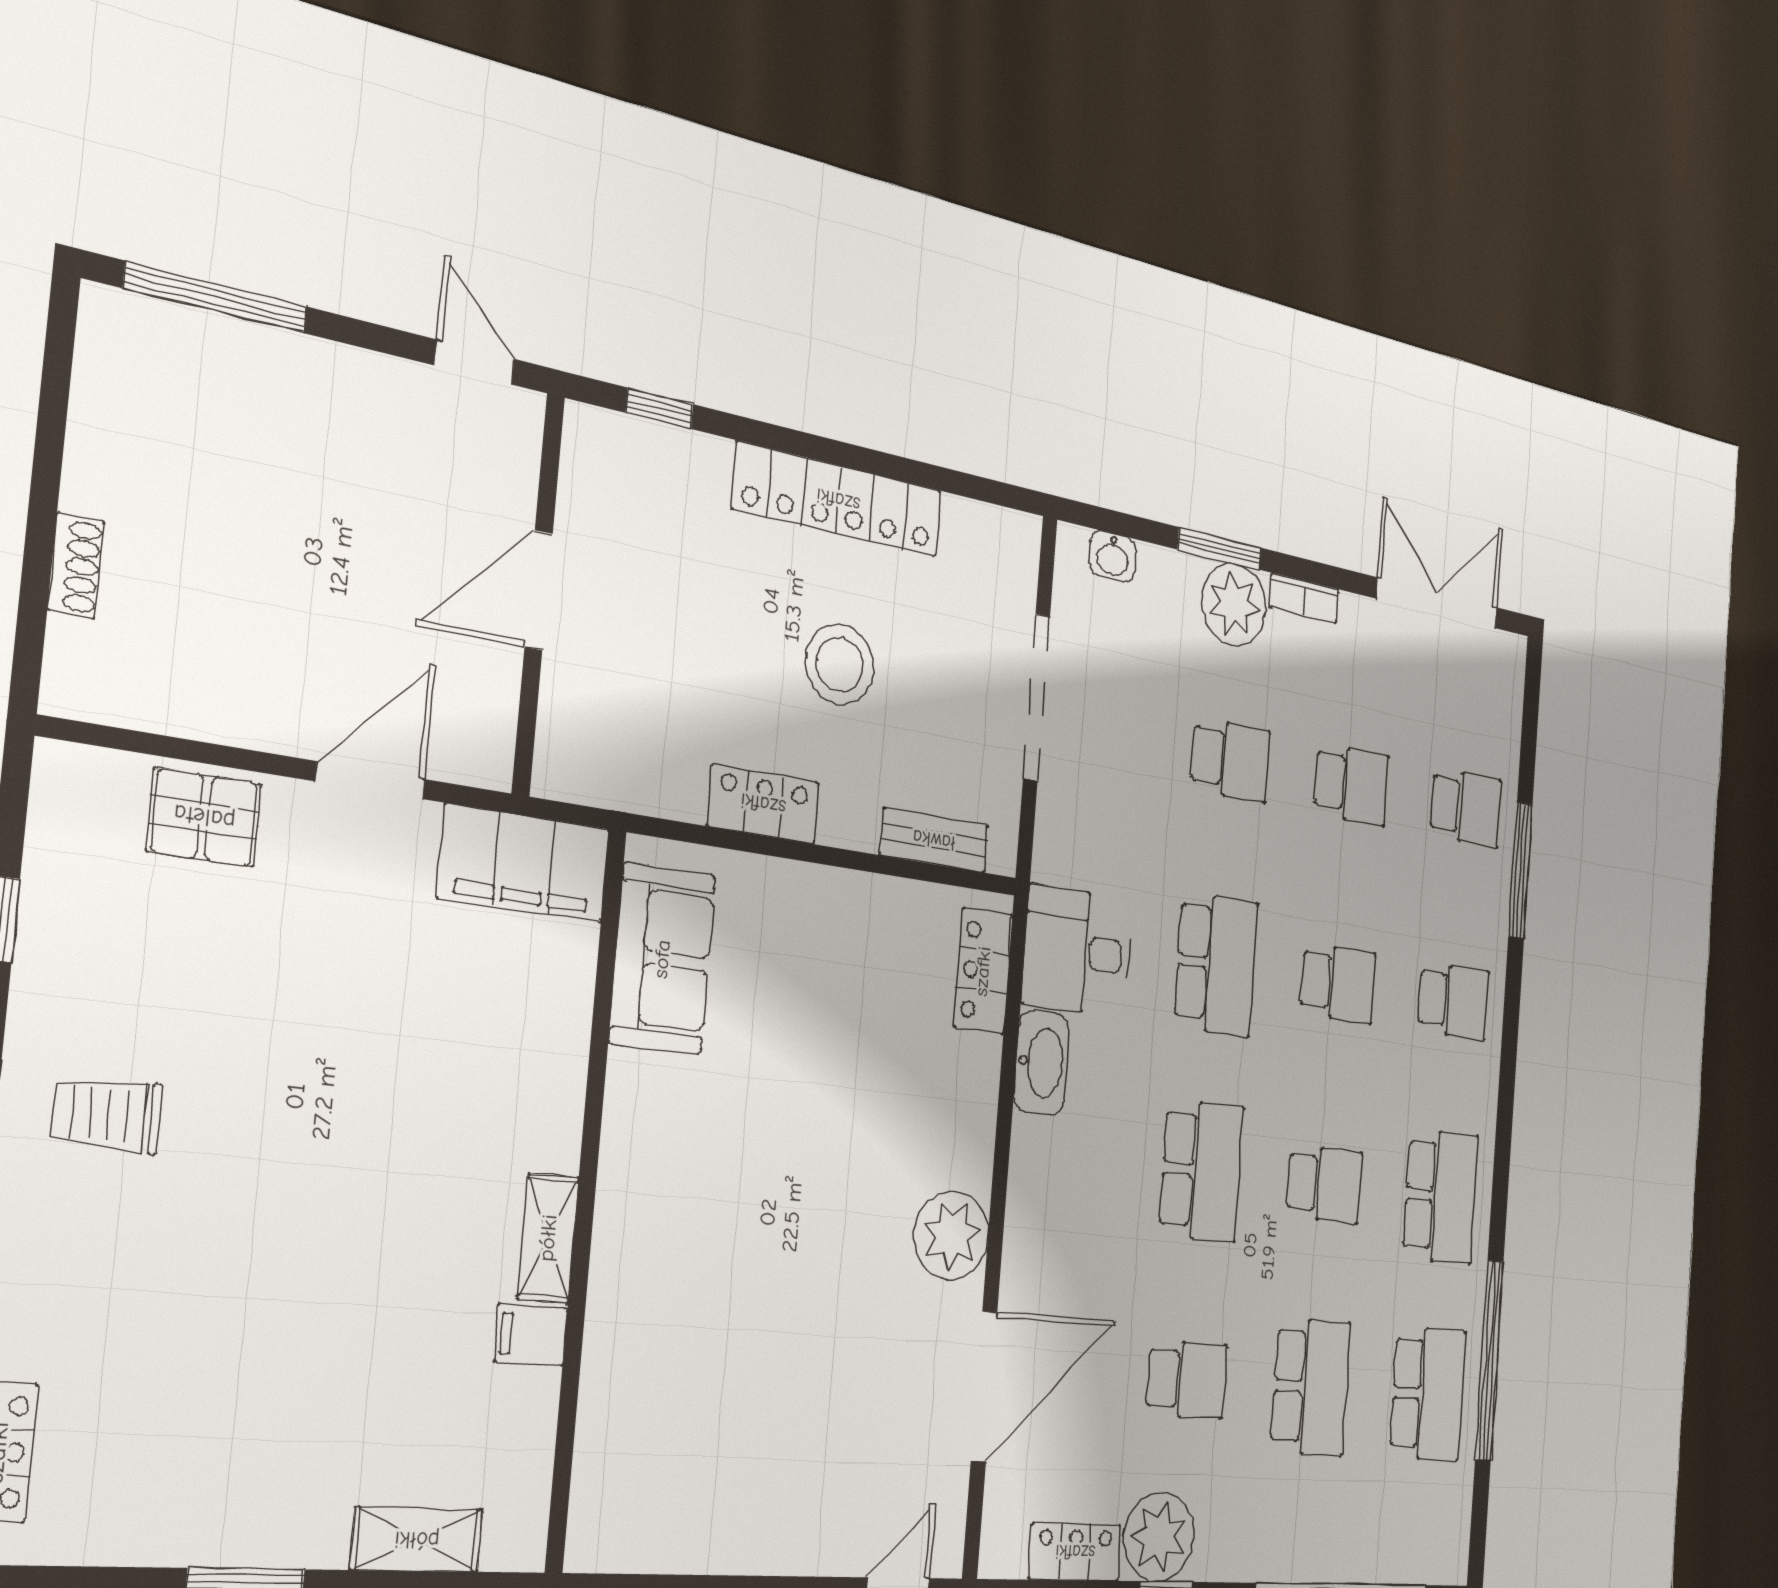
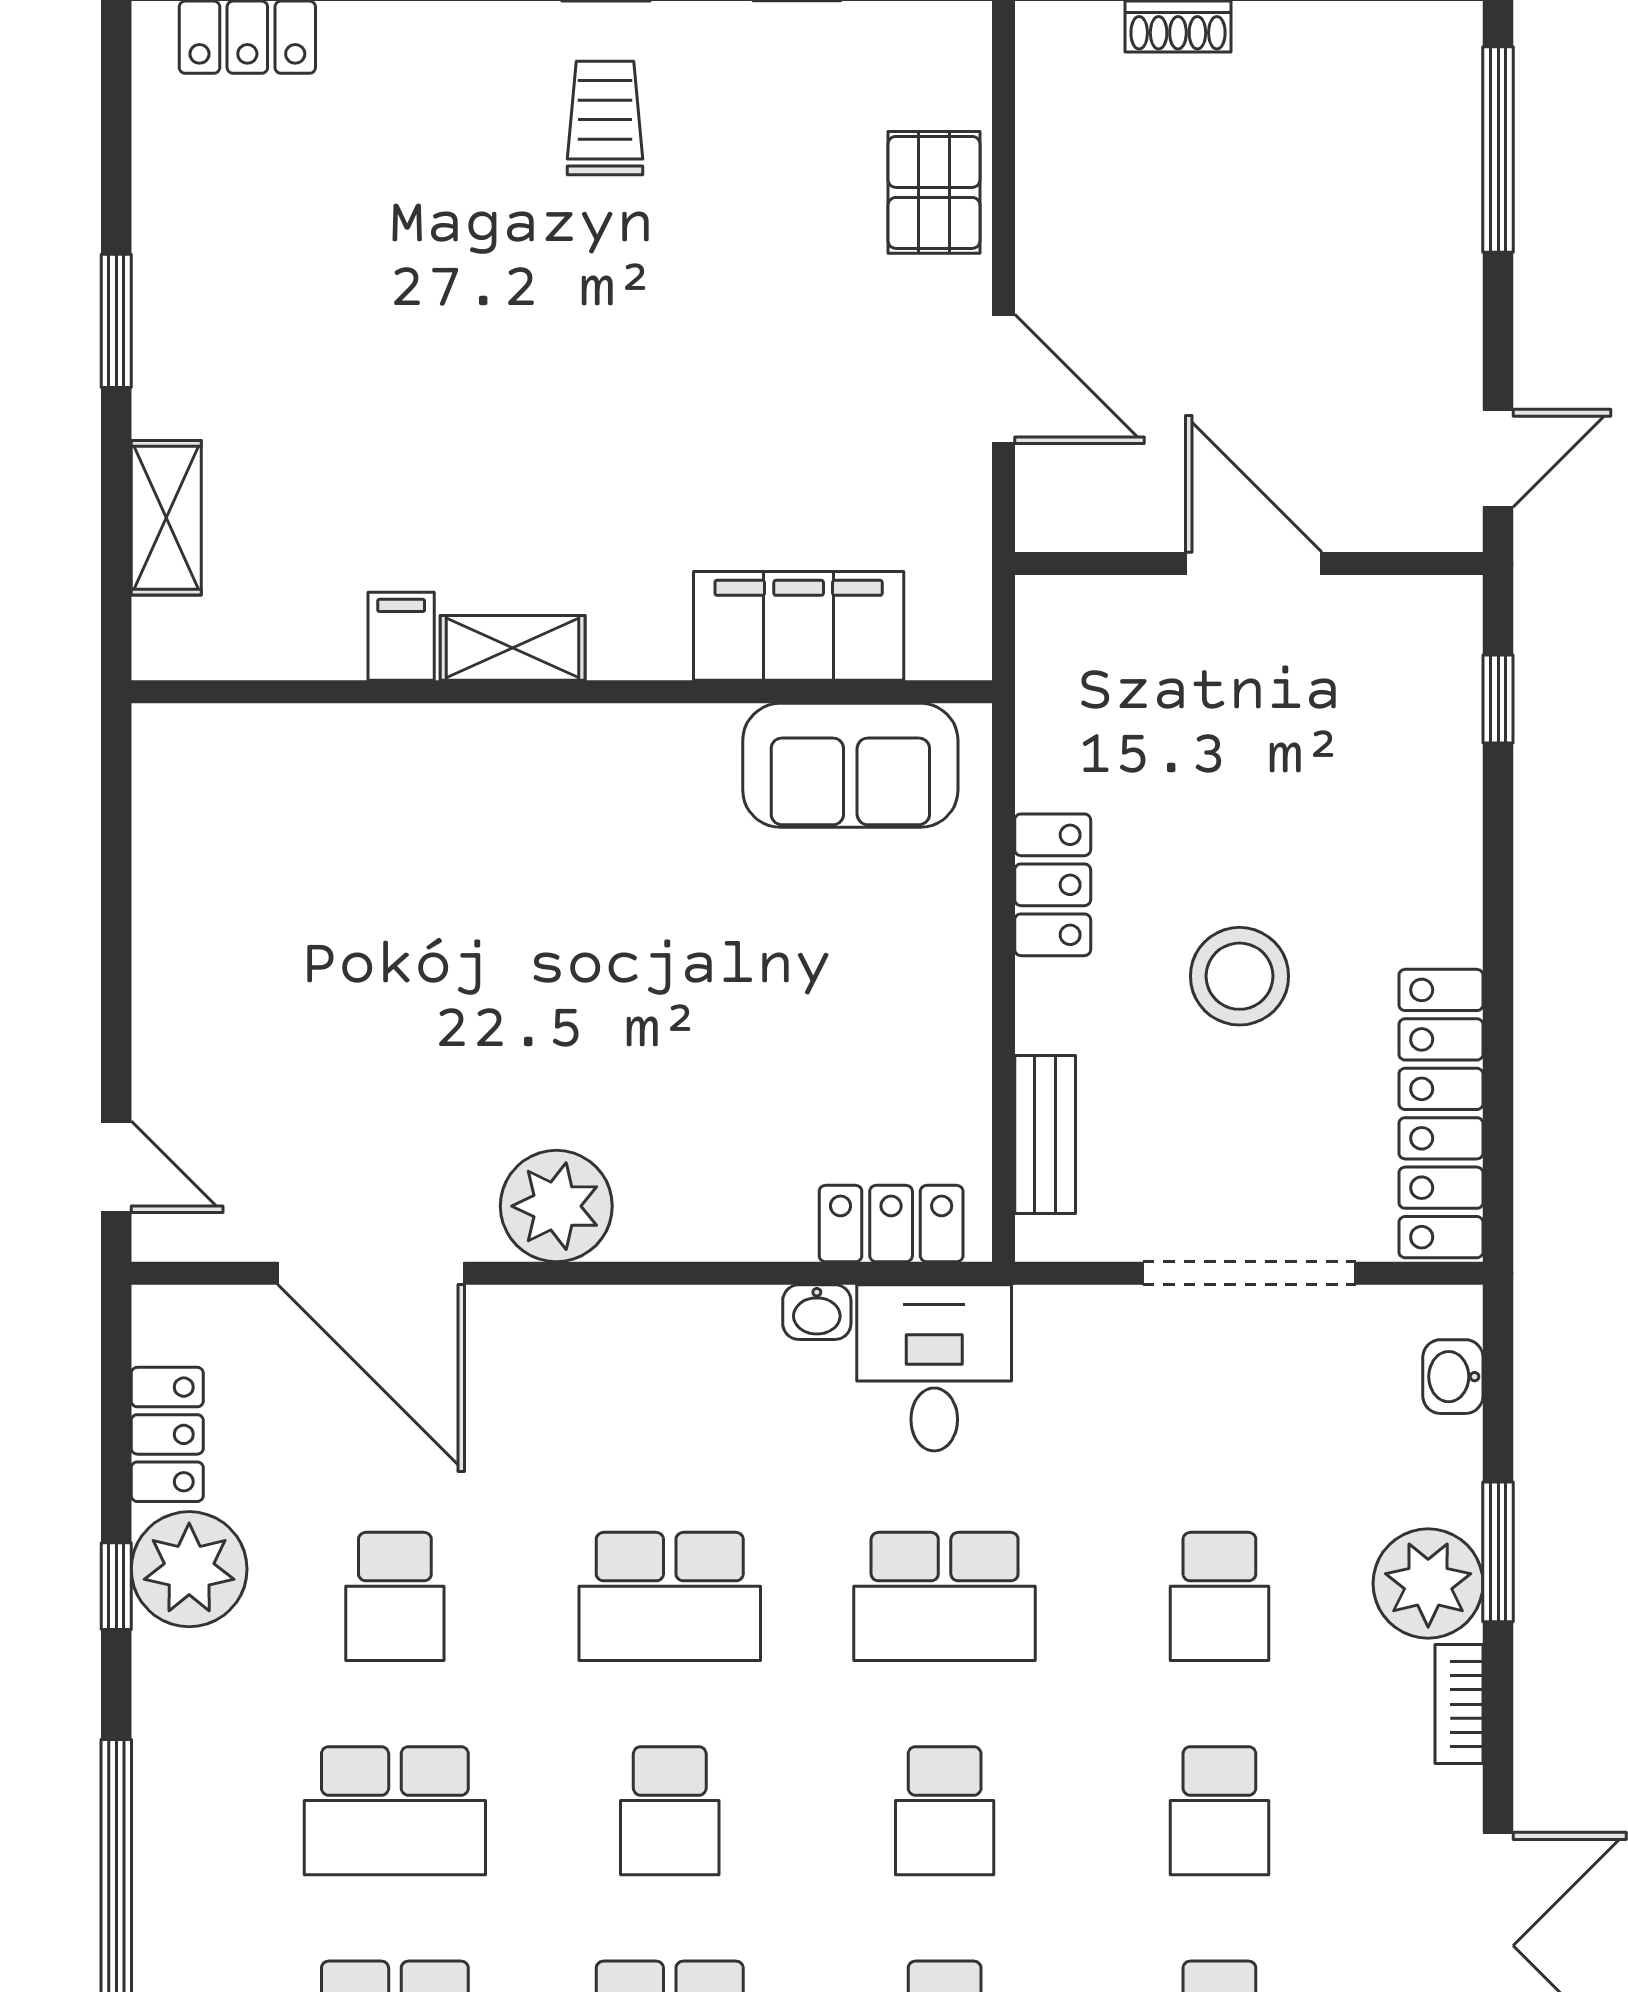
locker: (838, 500) -> (1441, 1114), moved
filing cabinet: (524, 863) -> (799, 626), moved, turned 90
washbasin: (1042, 1062) -> (817, 1312), width x0.52, depth x0.69

